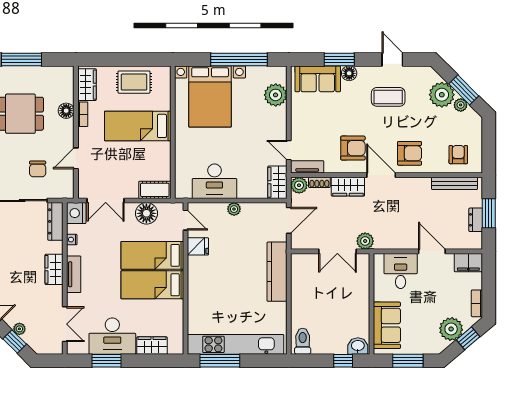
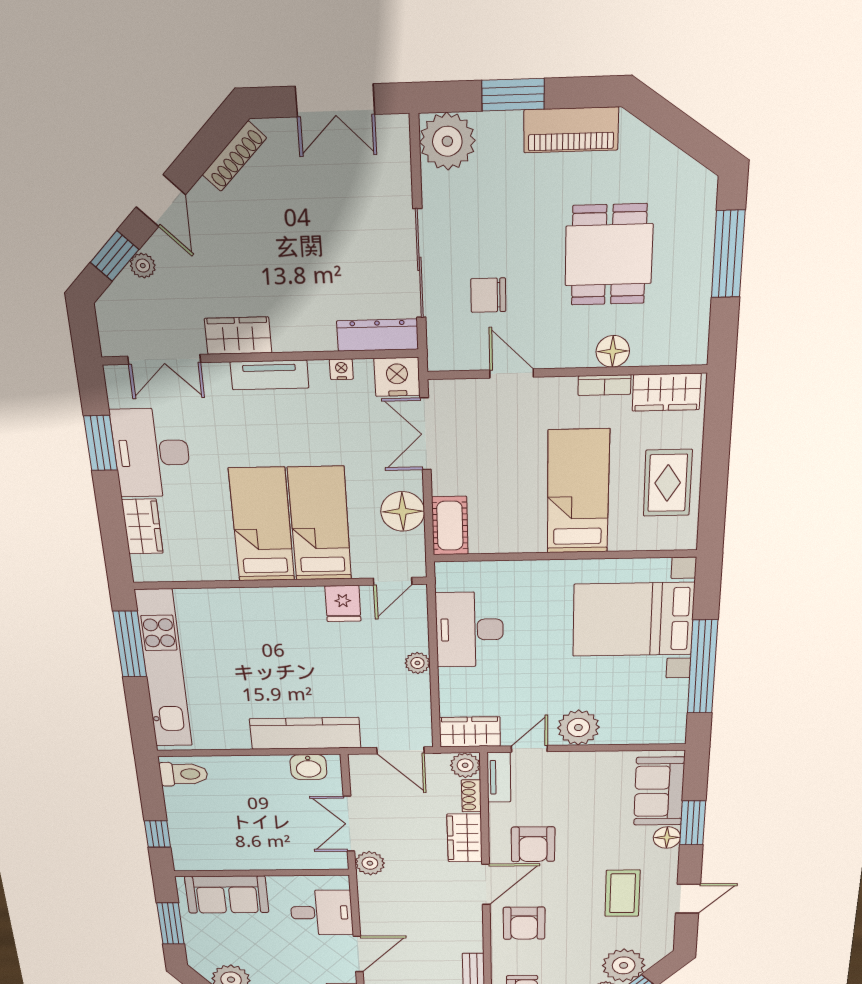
plant: (276, 95) -> (578, 728), moved
wardrobe: (54, 269) -> (238, 336), moved
washbasin: (358, 346) -> (308, 767), moved, turned 90

